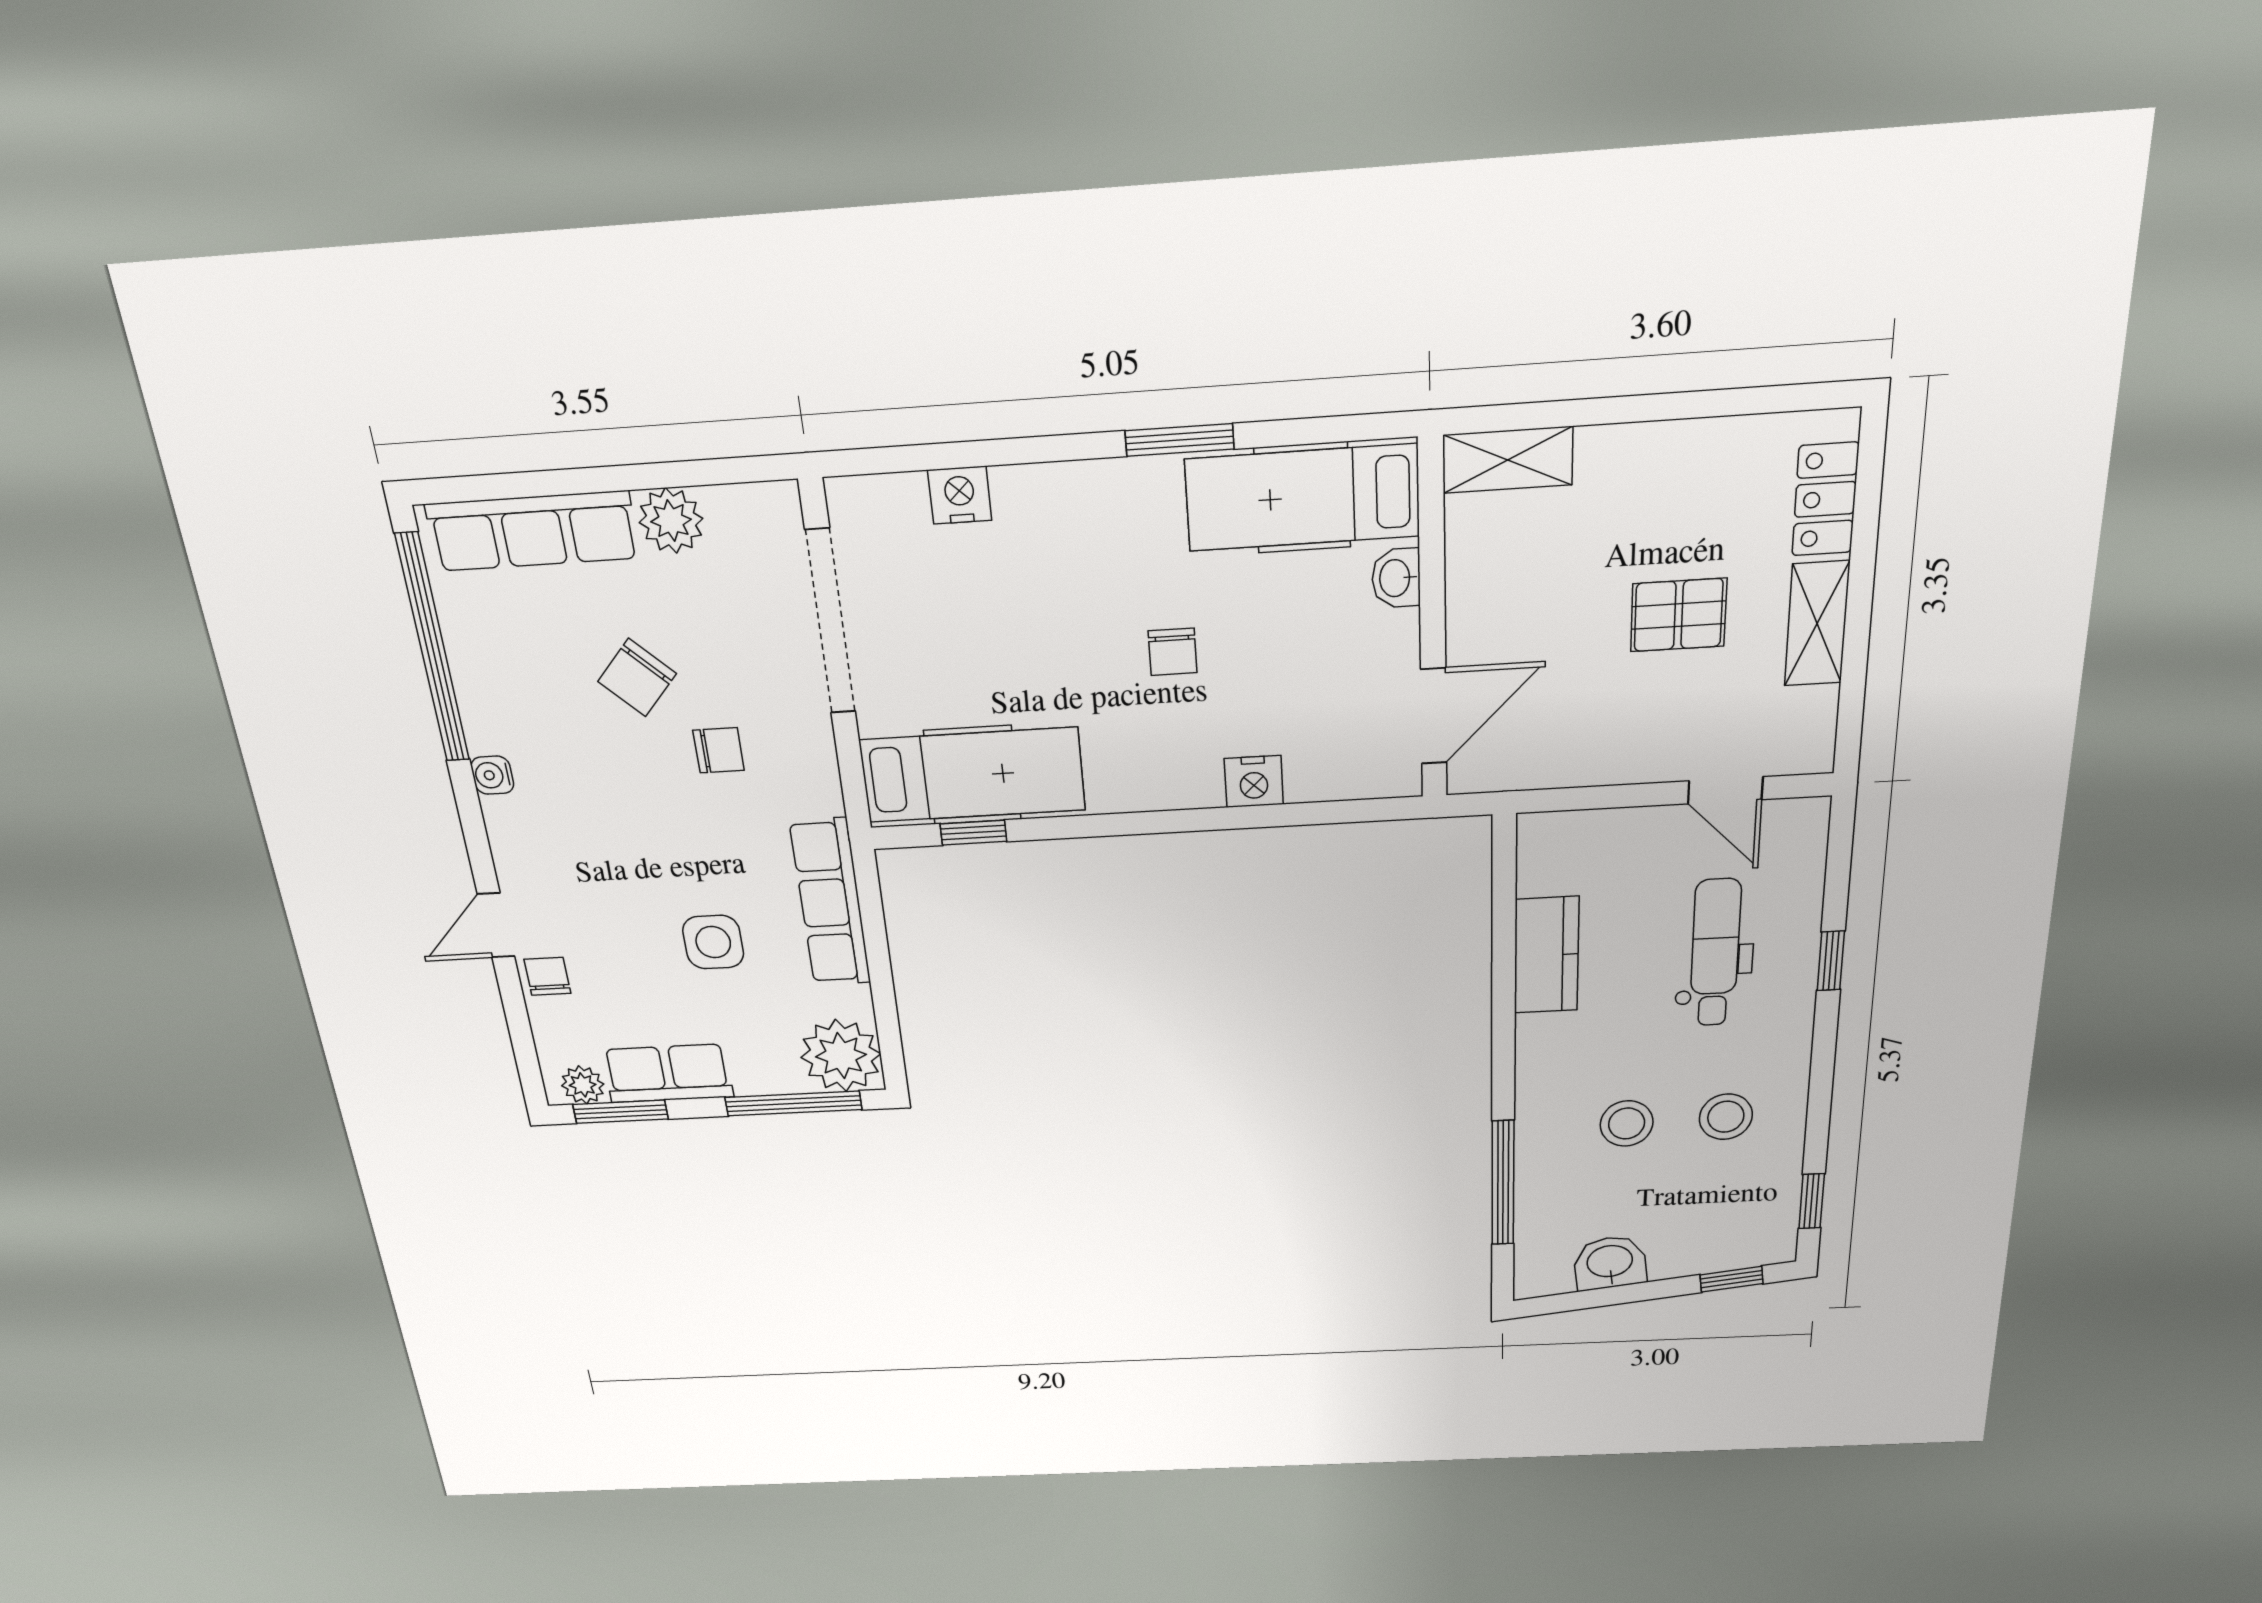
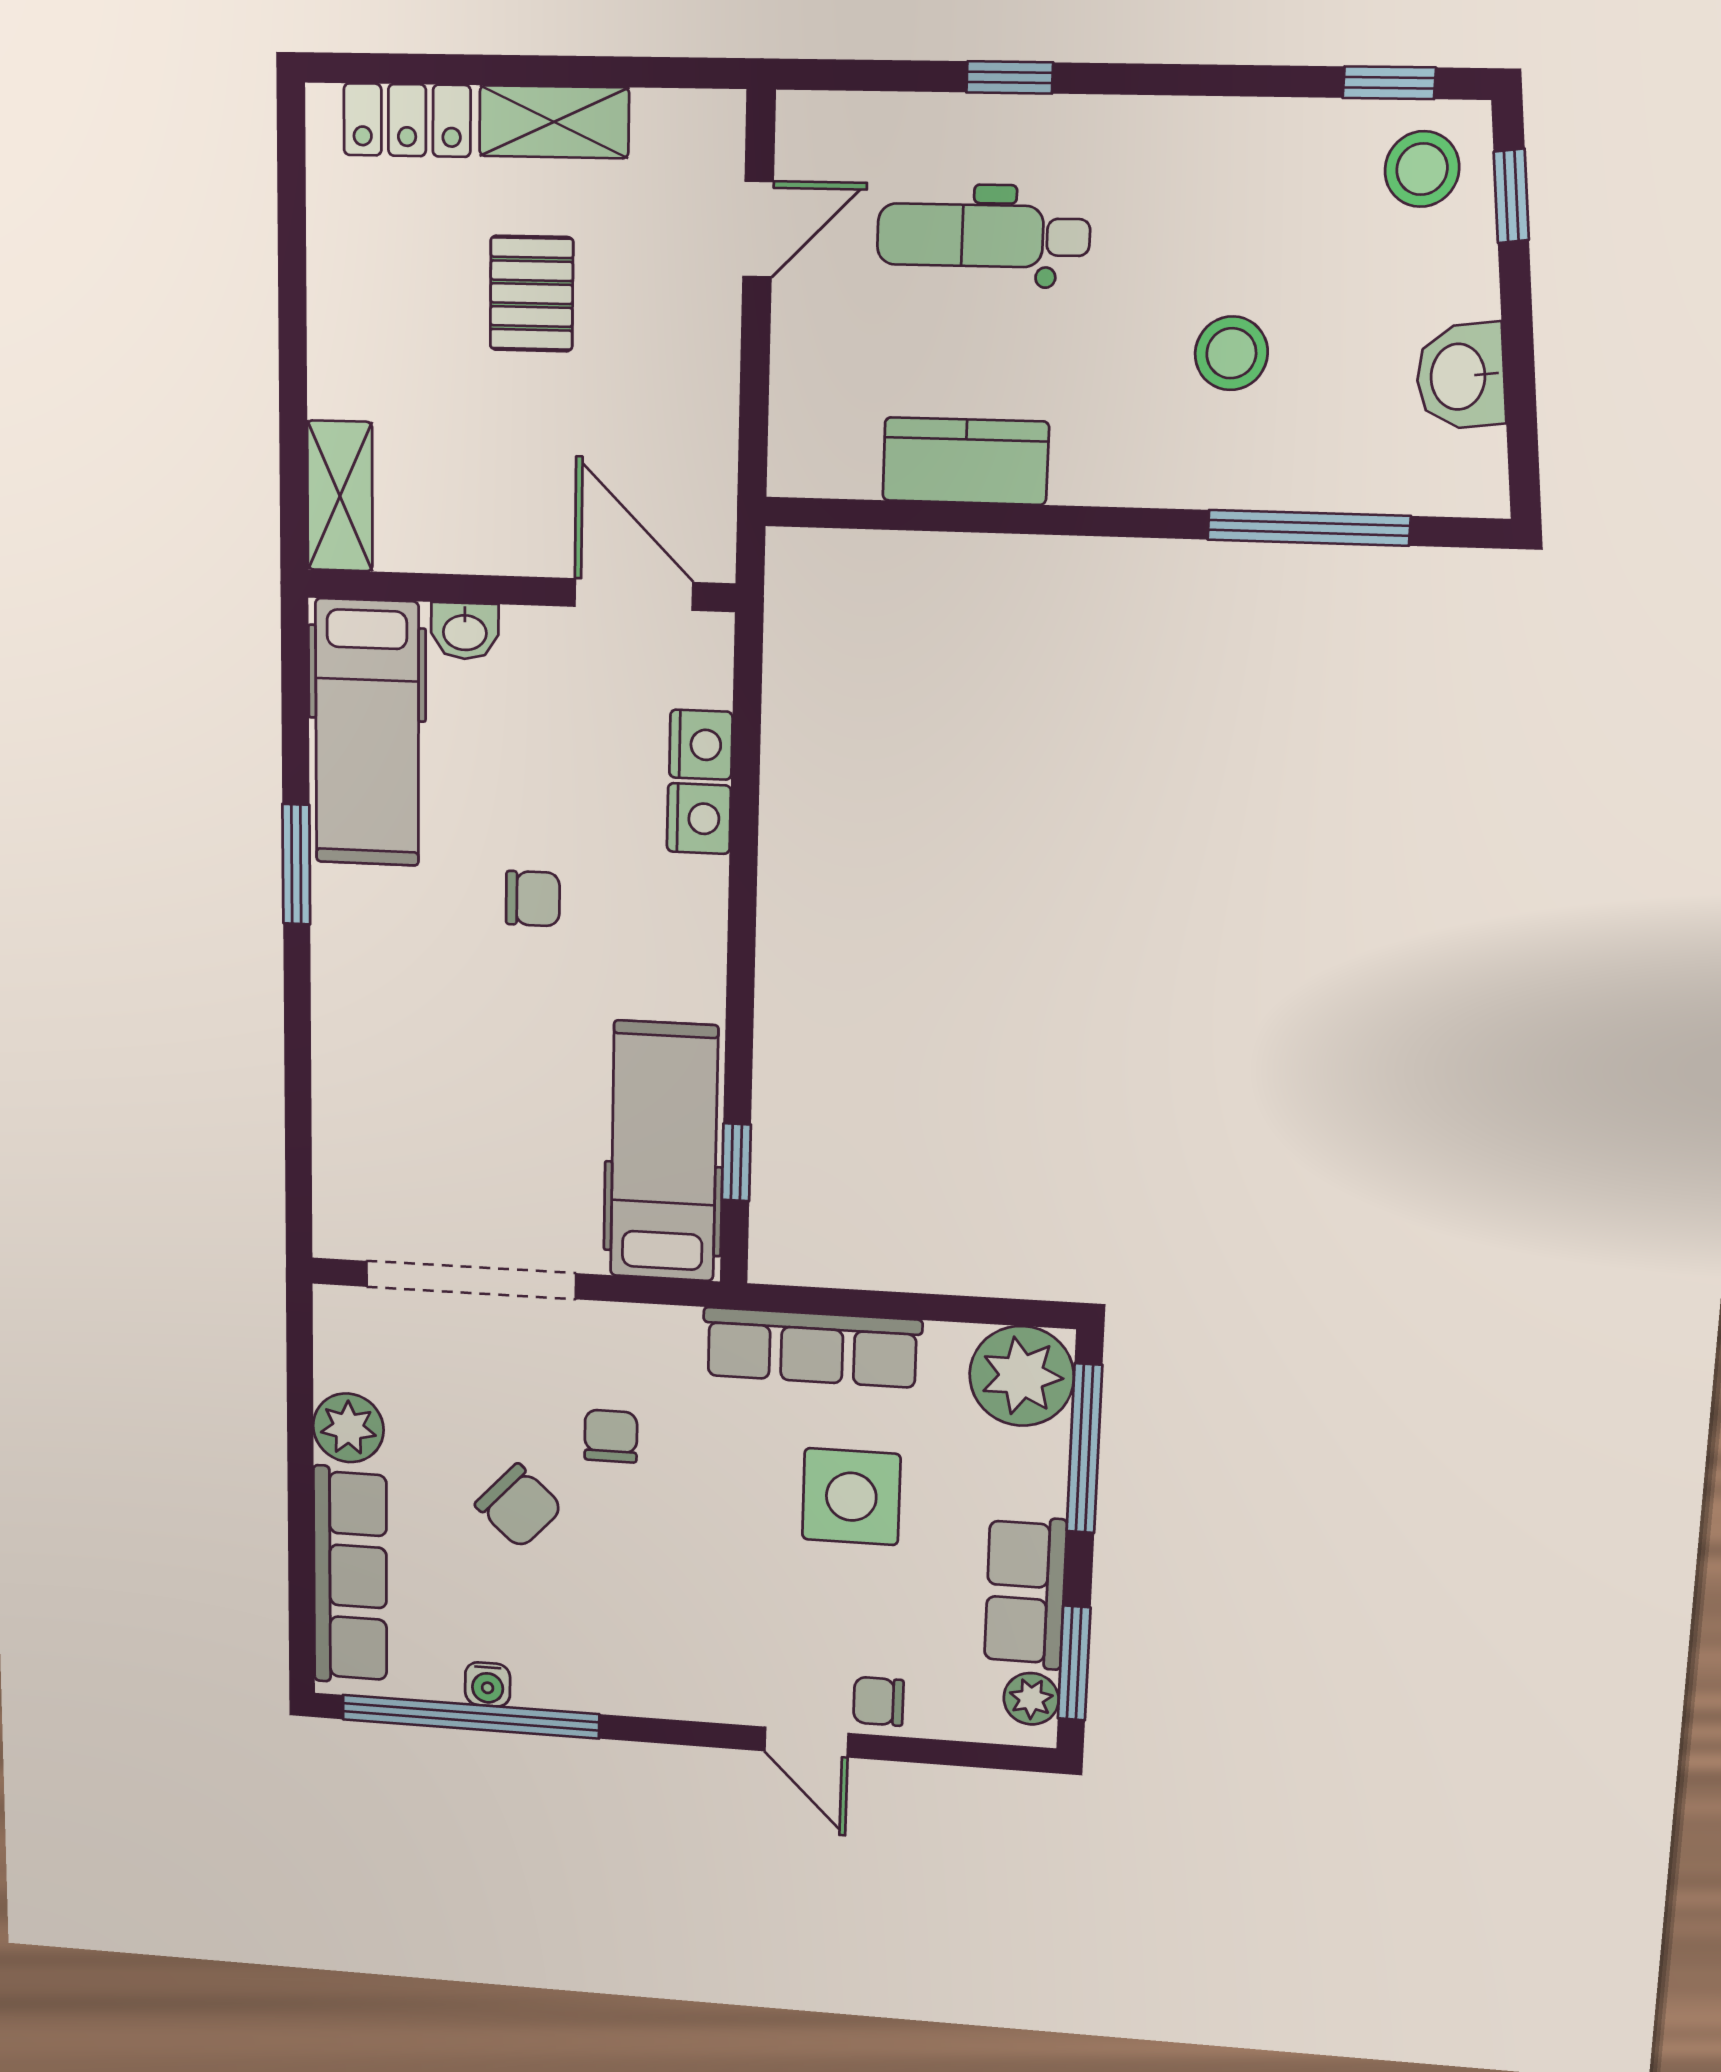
nightstand: (960, 495) -> (701, 745), moved, turned 180
water cooler: (492, 775) -> (488, 1684), moved
side table: (713, 942) -> (851, 1497), width x1.37, depth x1.37
stool: (1726, 1117) -> (1422, 169), moved

